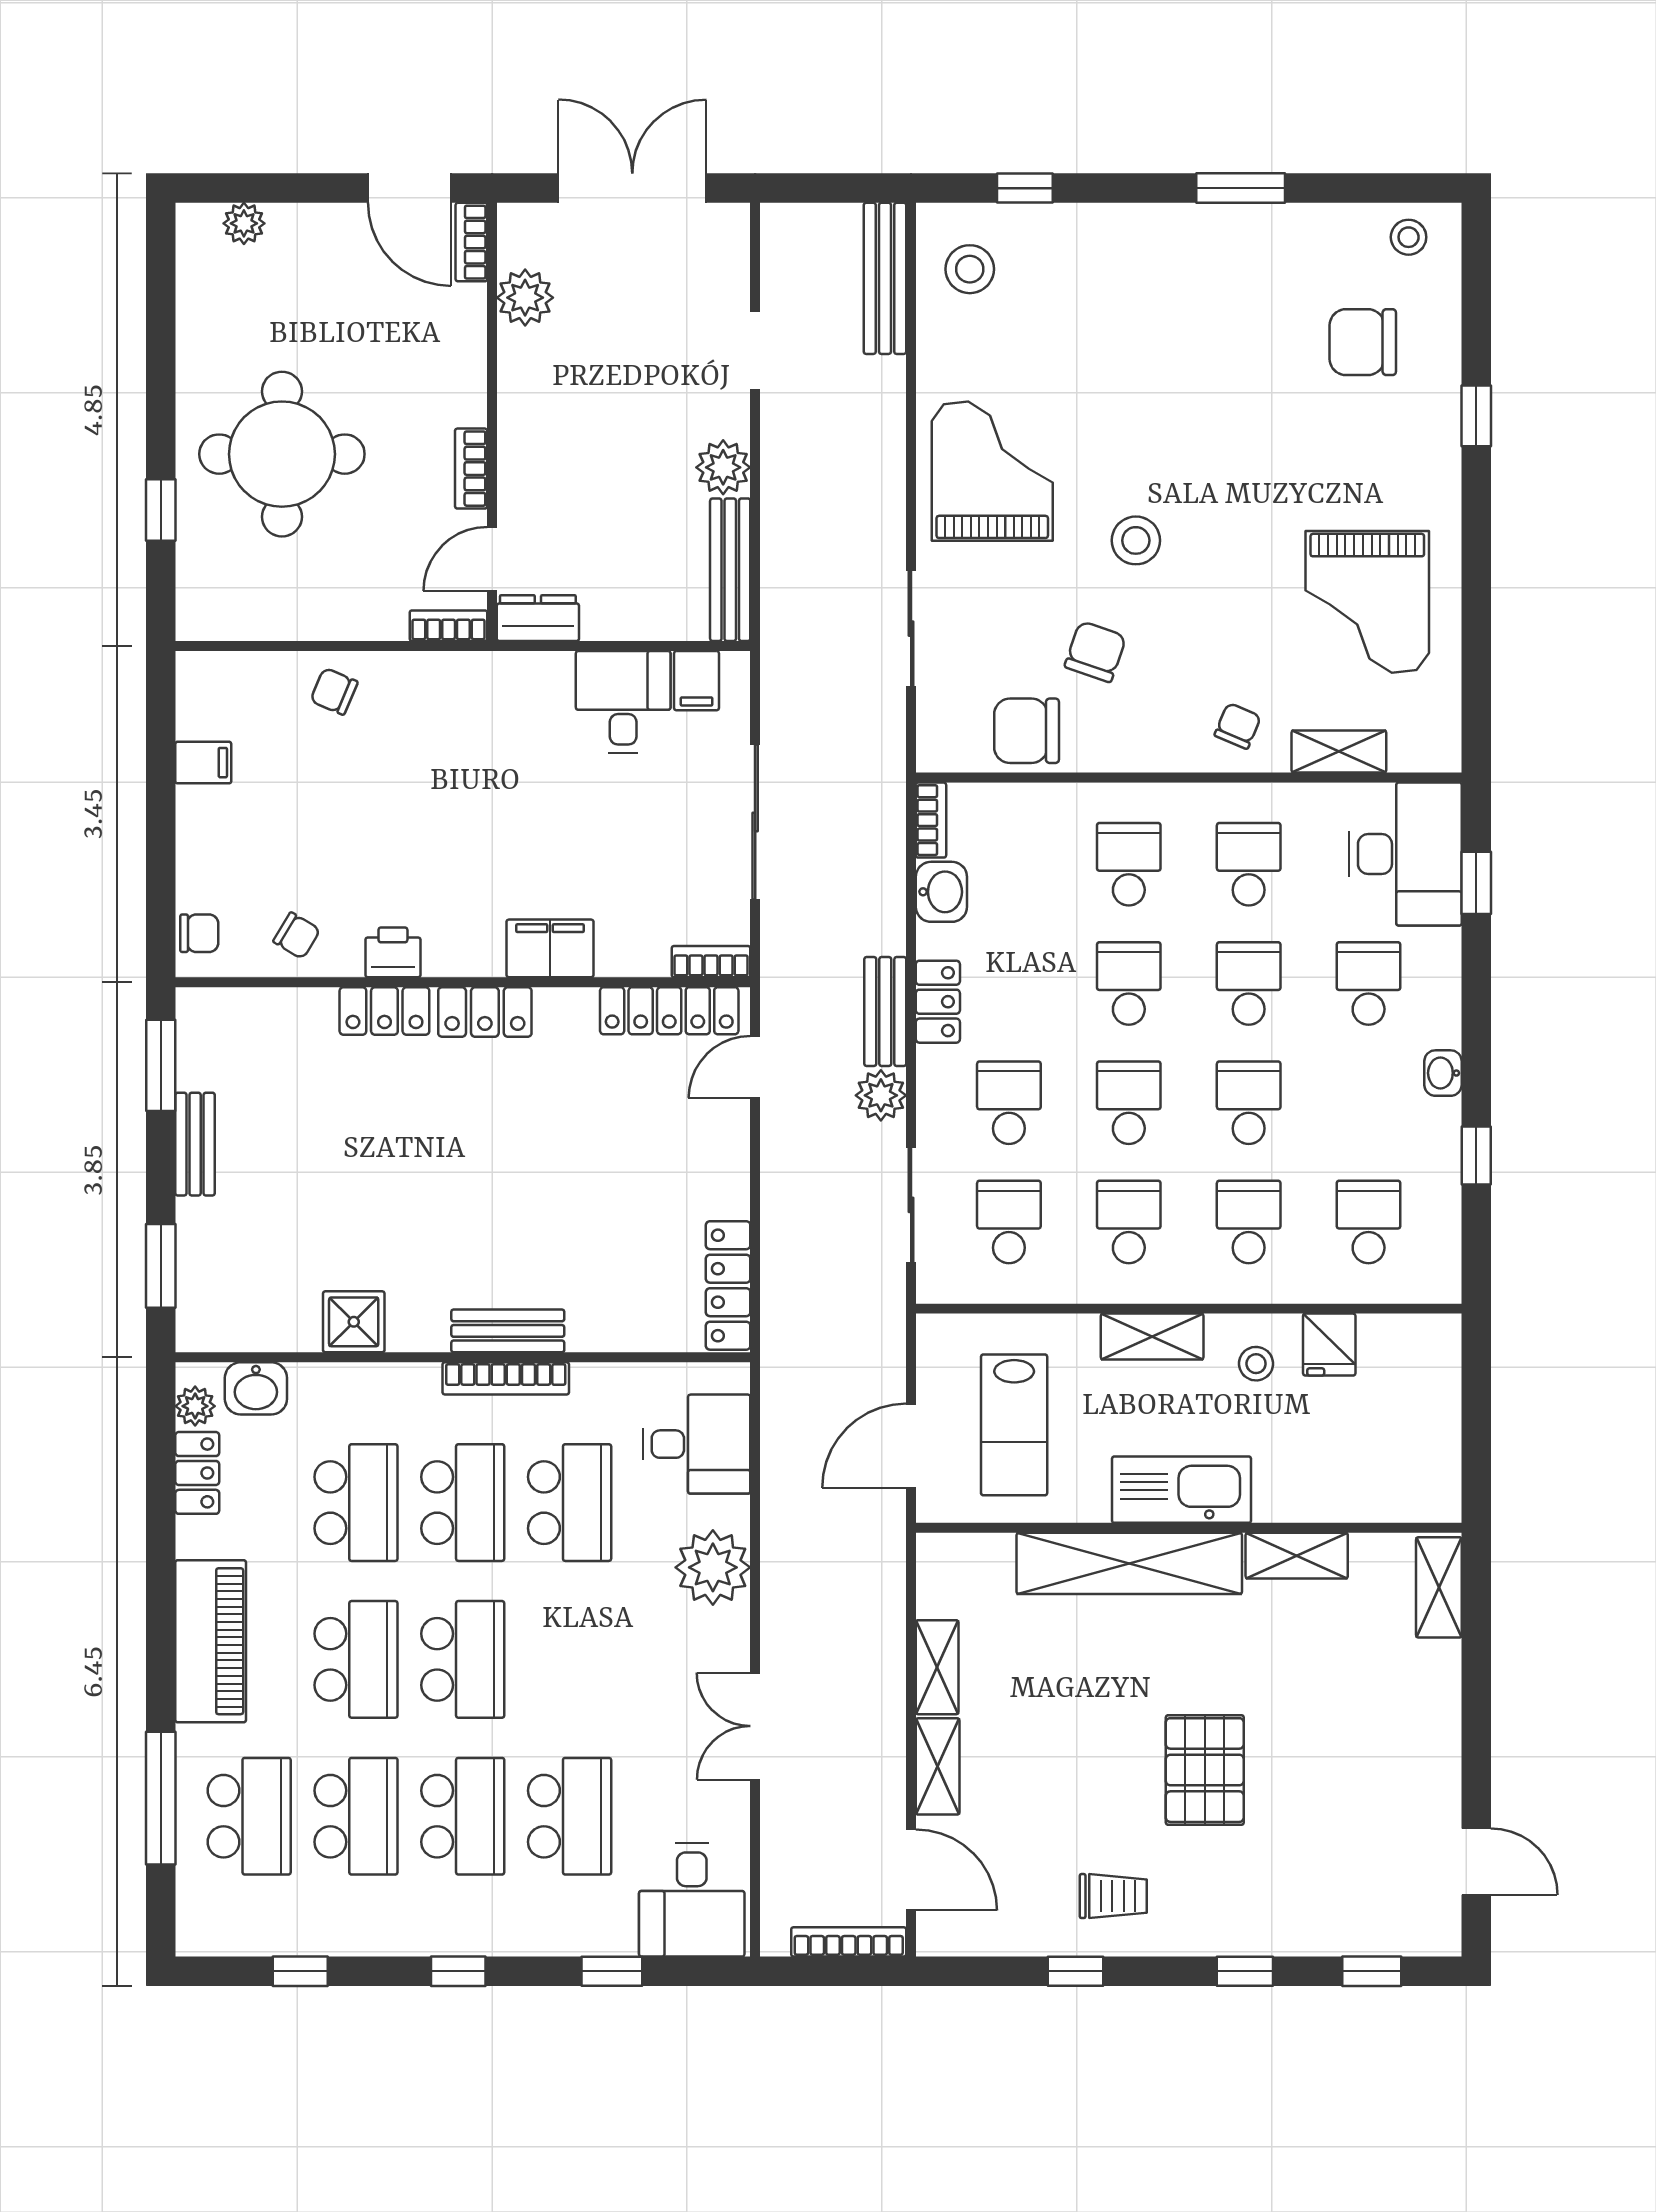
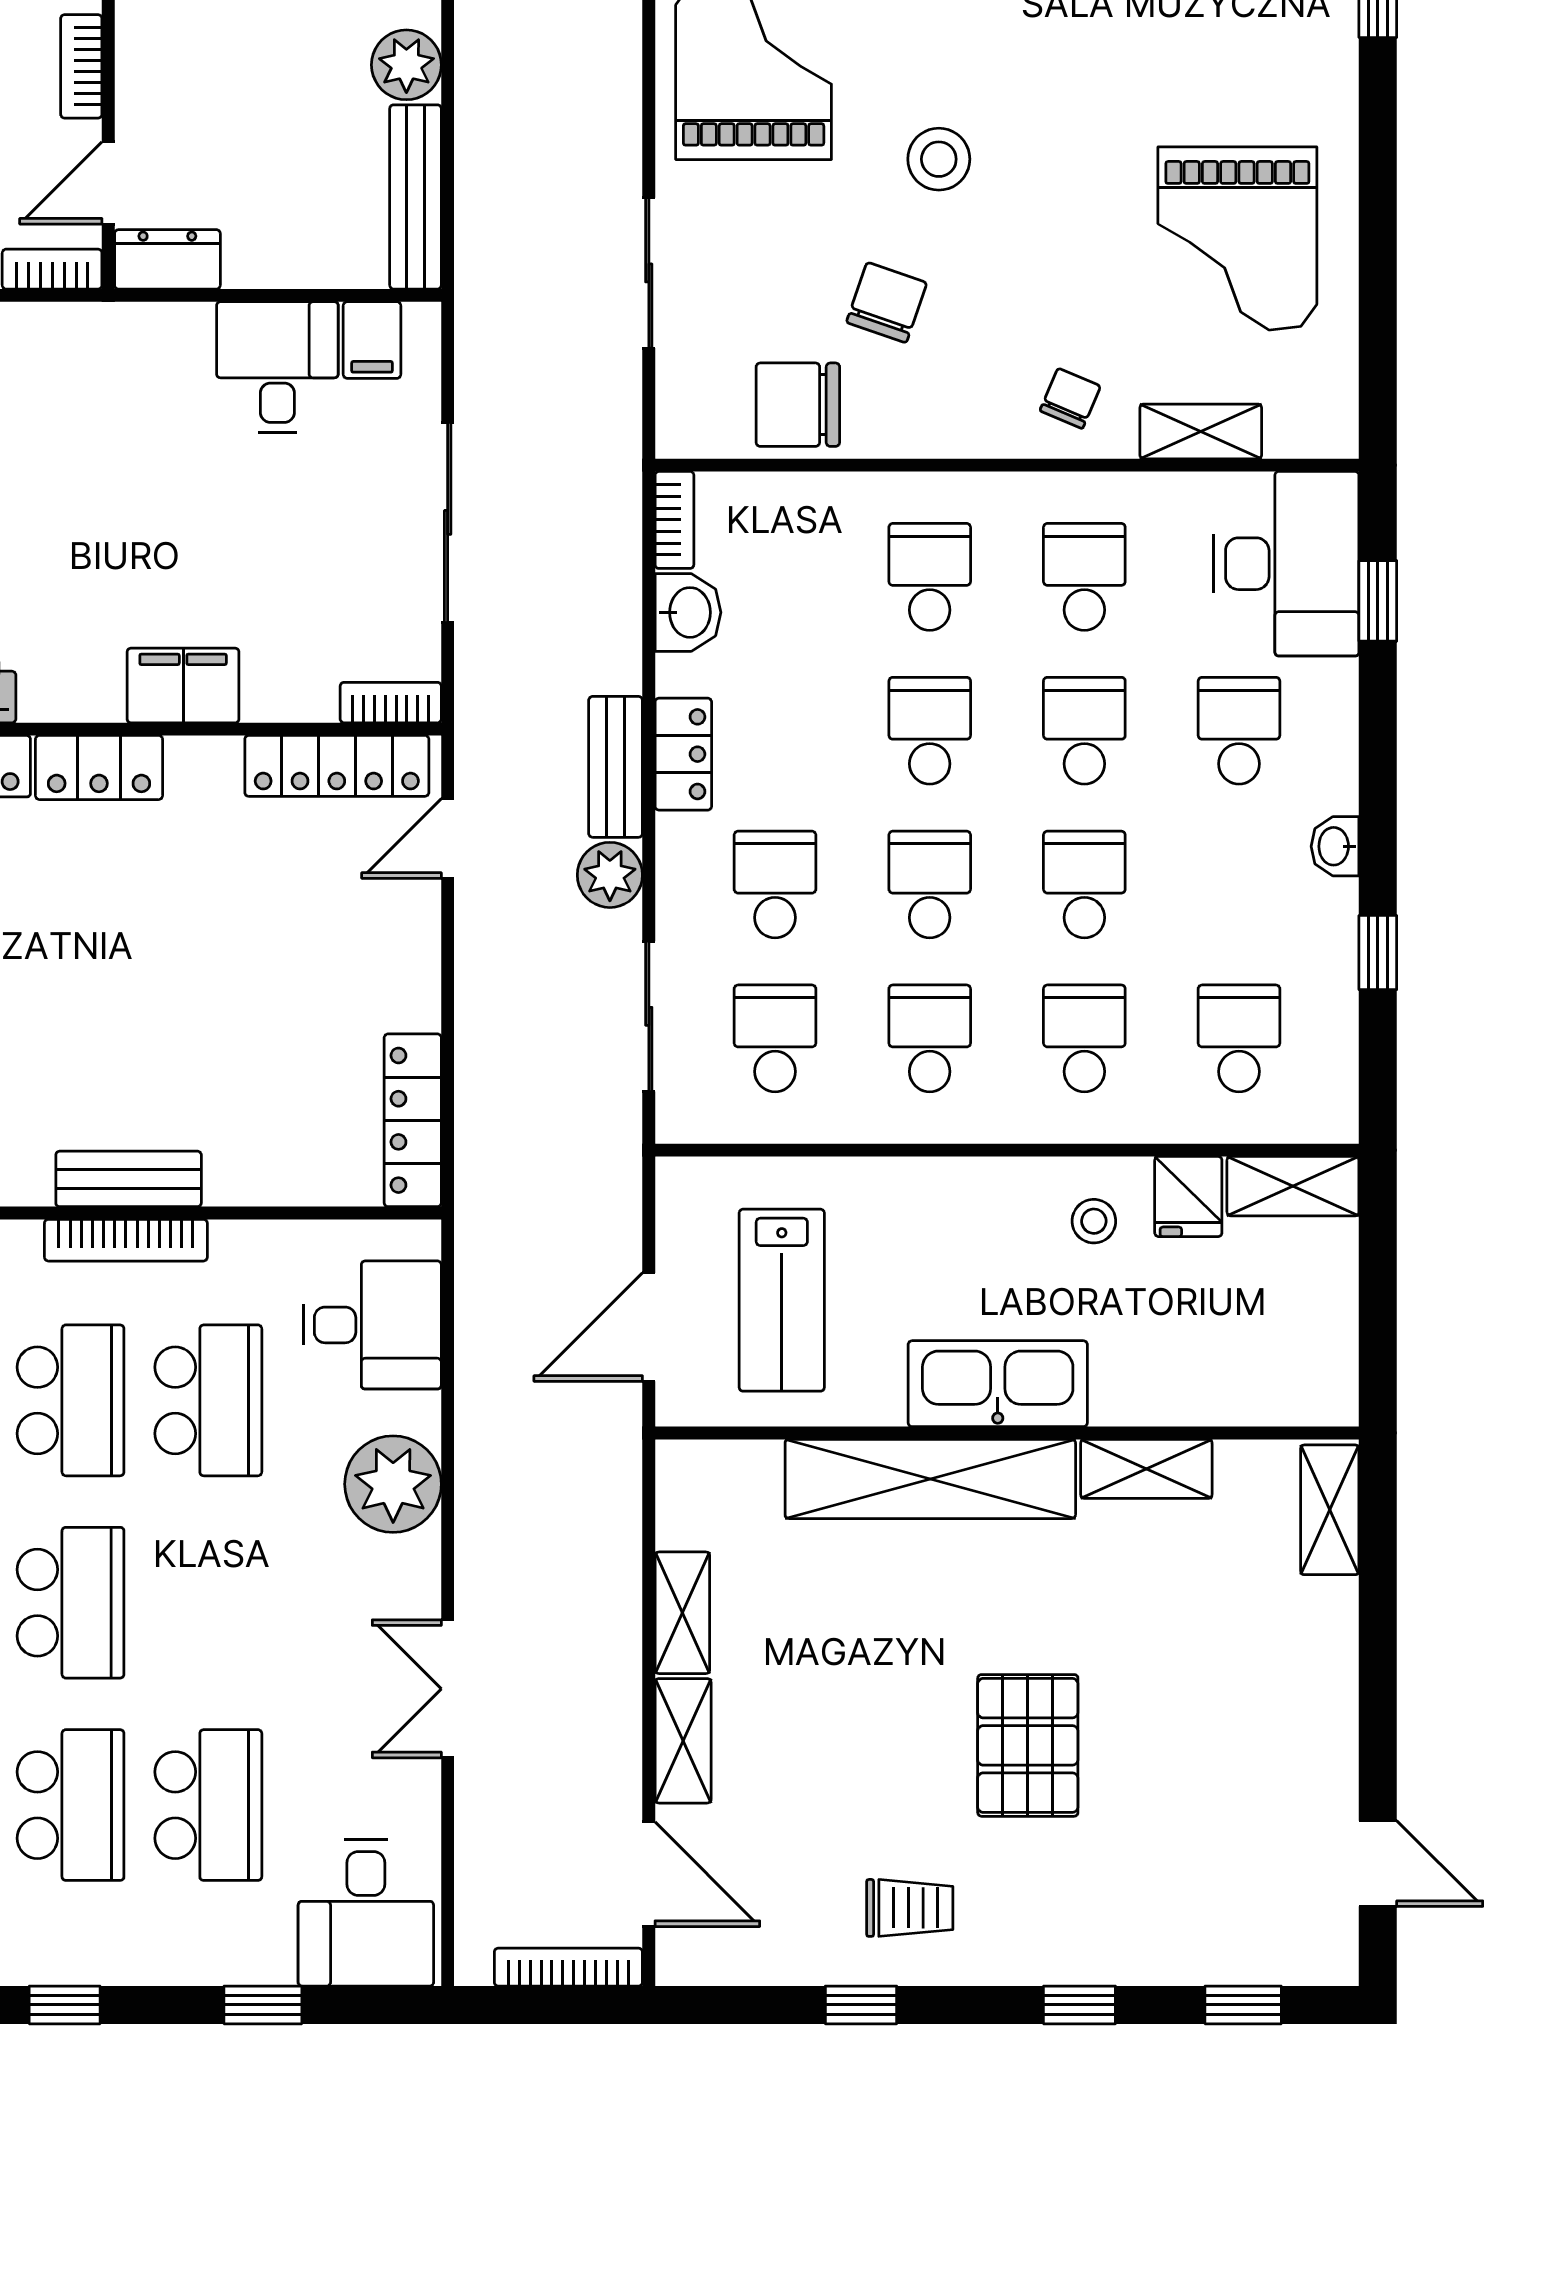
shelving: (1152, 1337) -> (1293, 1186), moved

